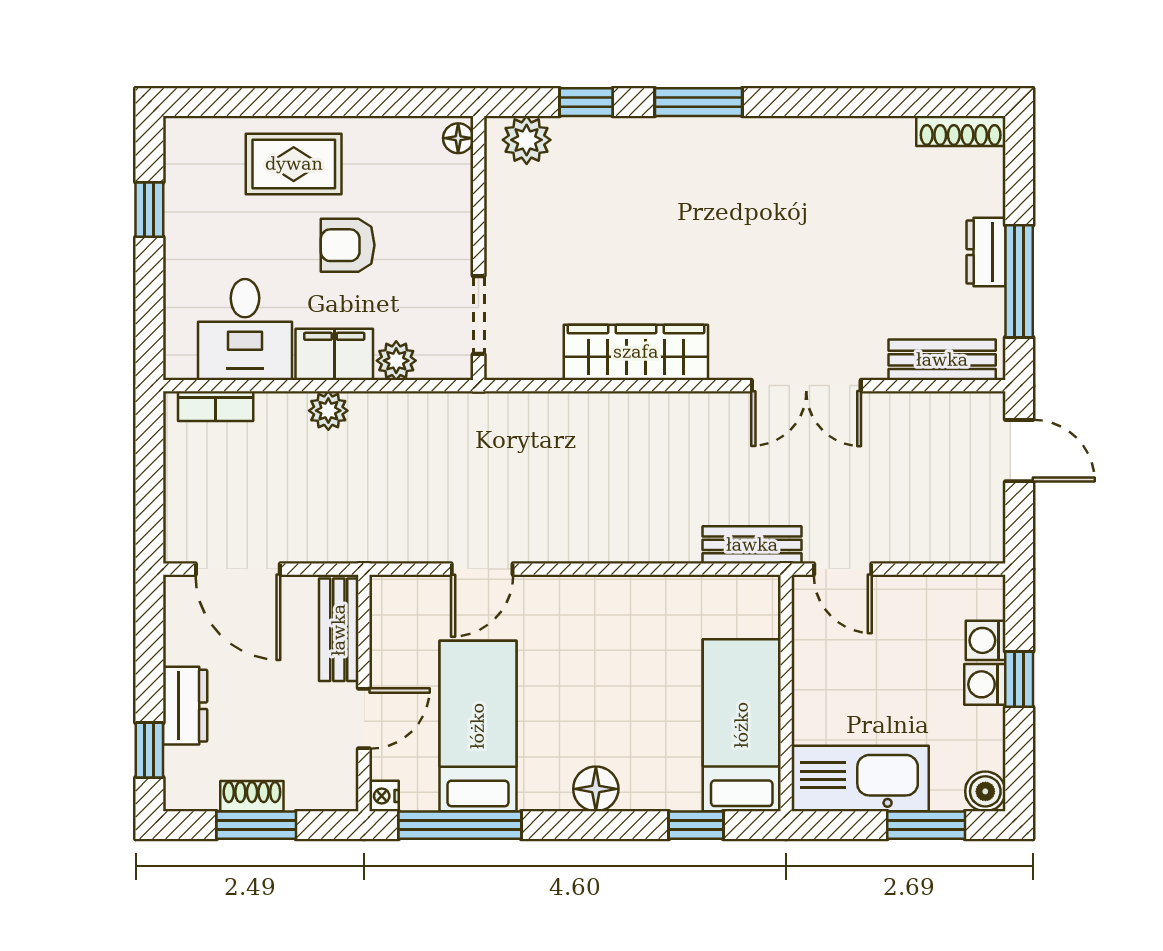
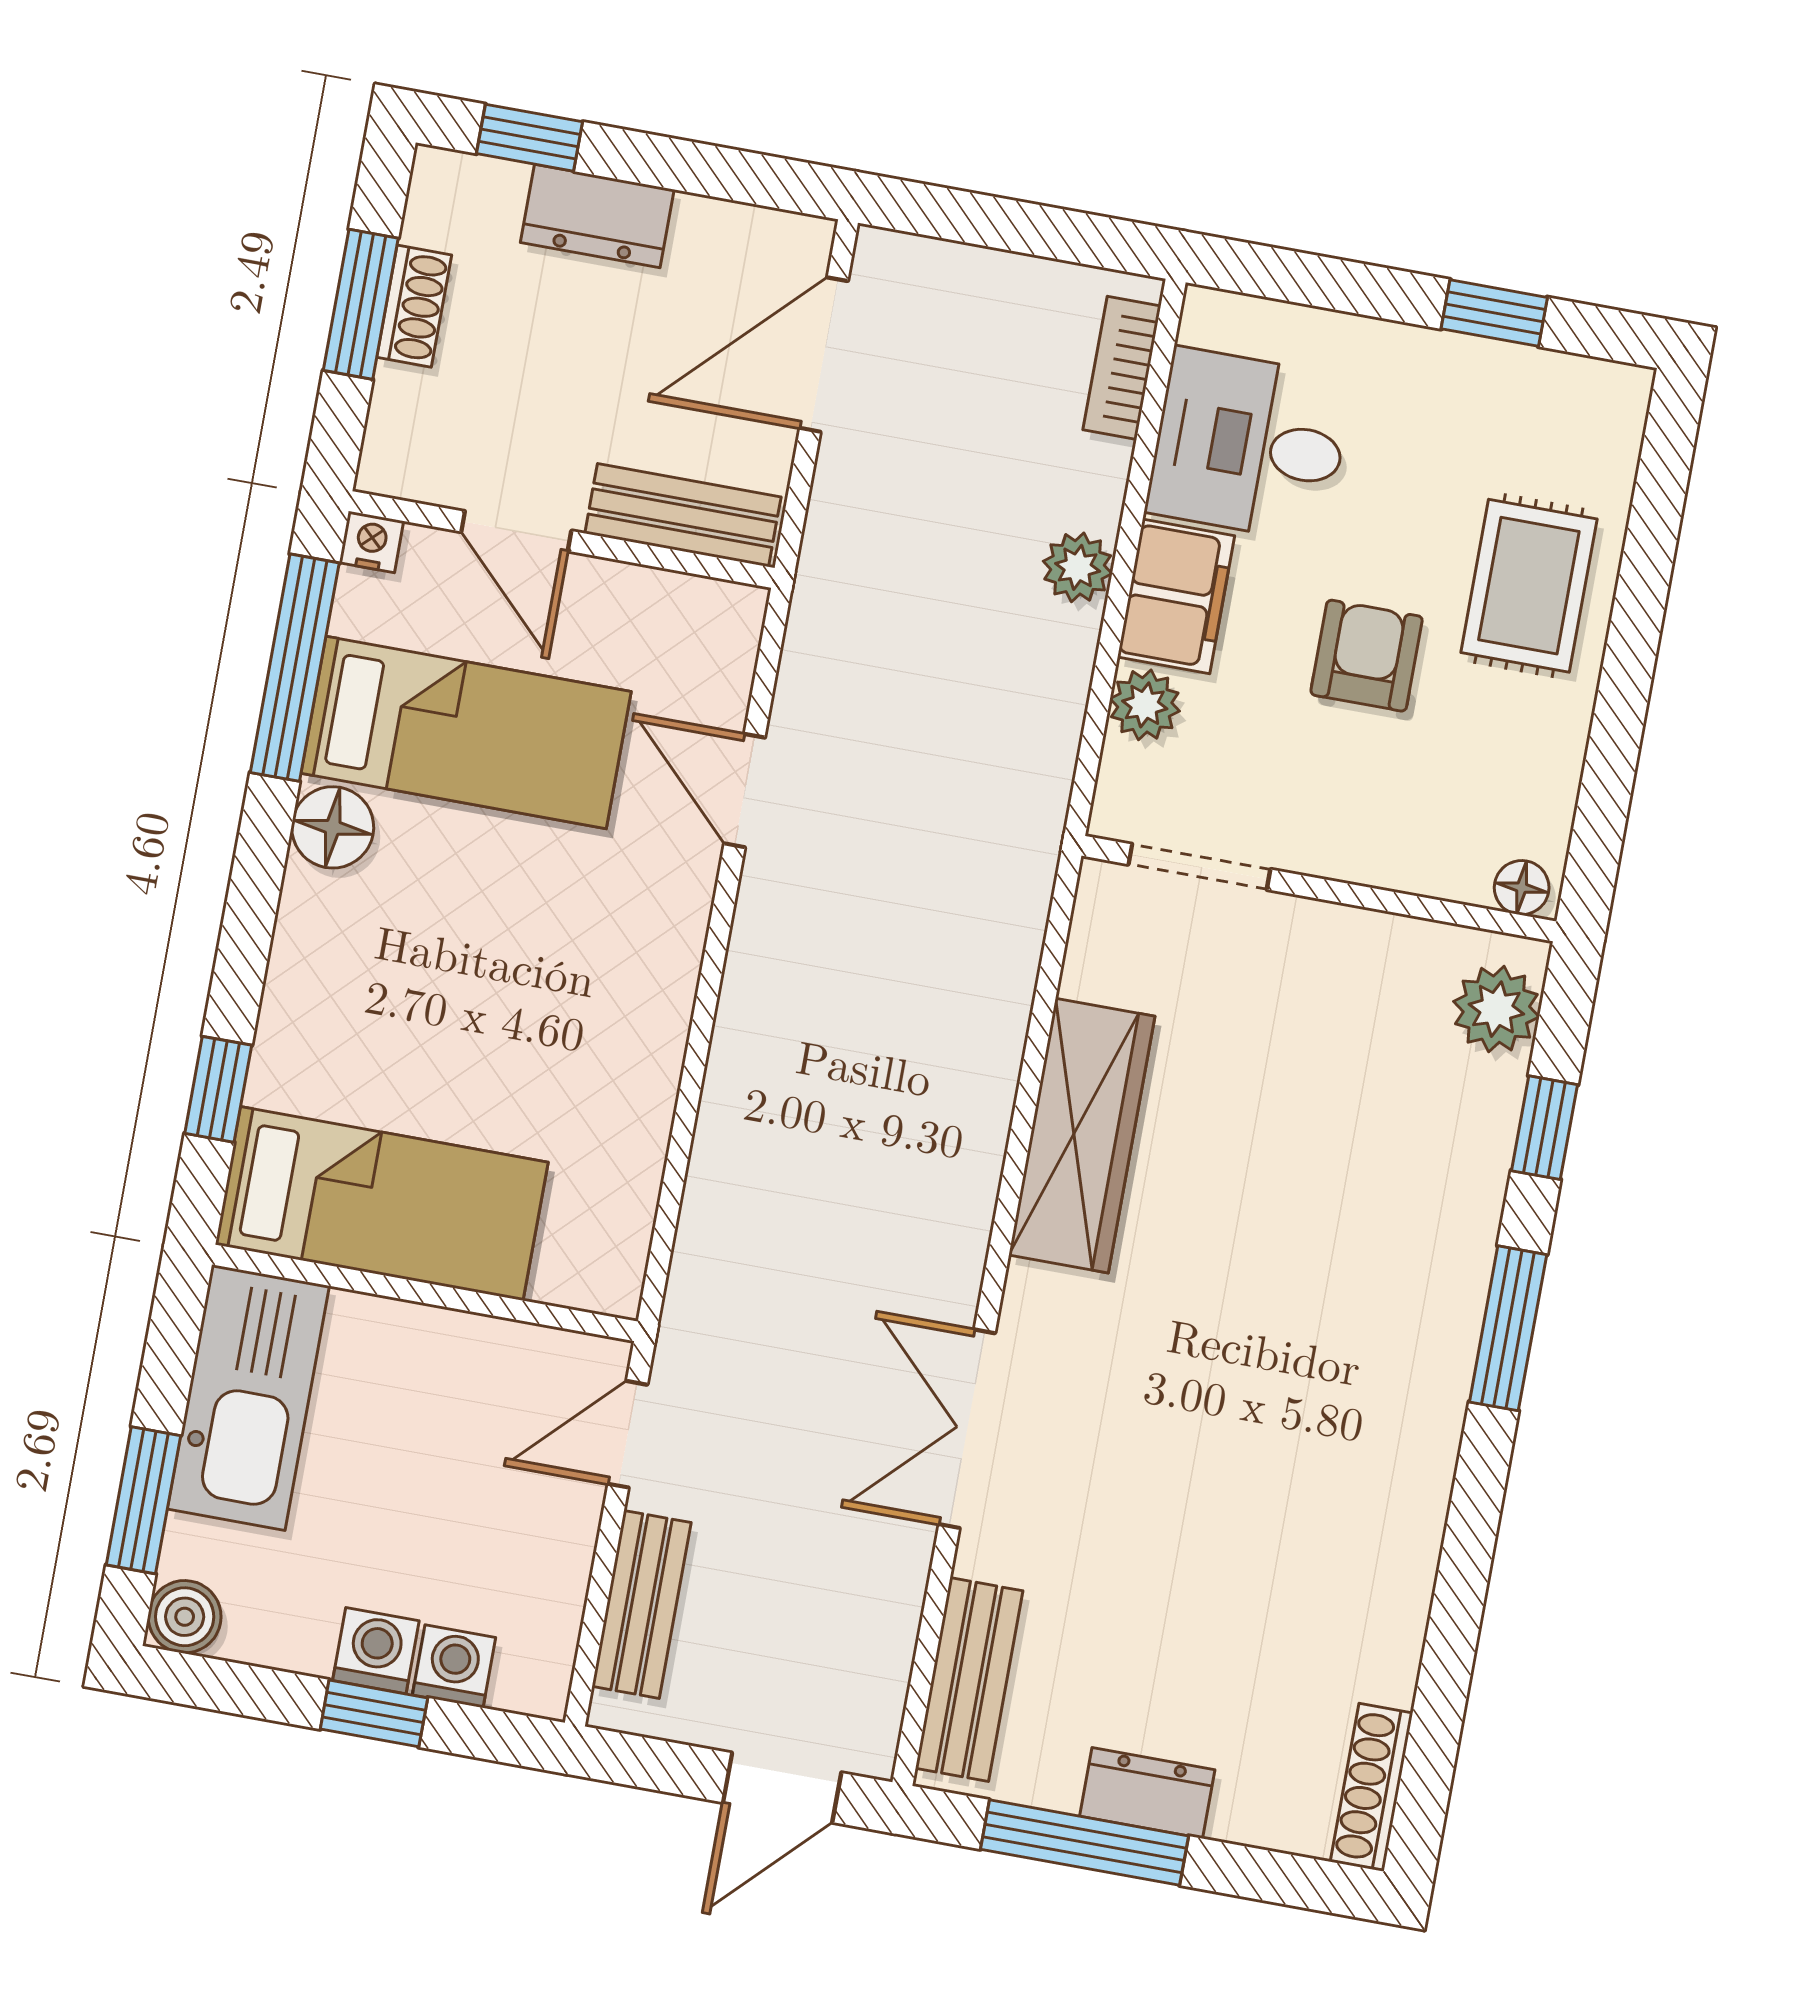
bench: (752, 545) -> (642, 1604), moved
floor lamp: (596, 789) -> (333, 827), moved

